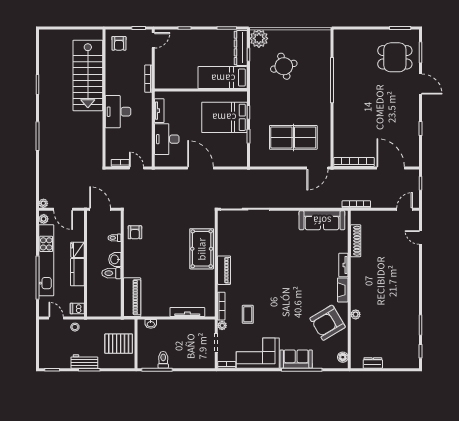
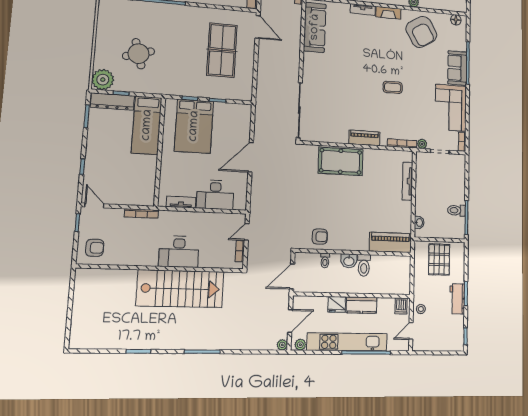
stairs: (88, 75) -> (180, 289), moved
coffee table: (248, 314) -> (393, 87), moved

